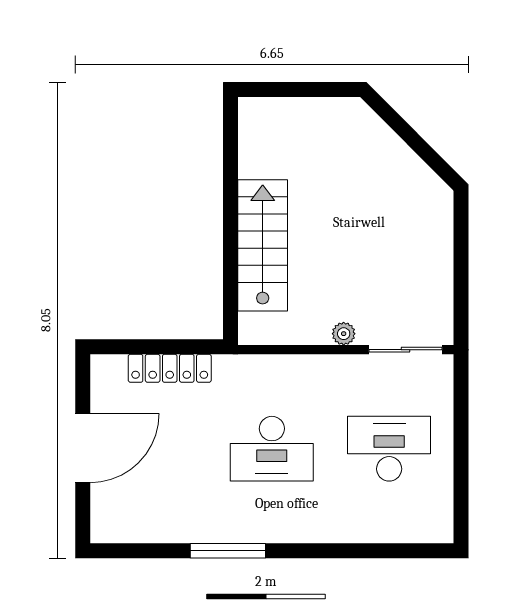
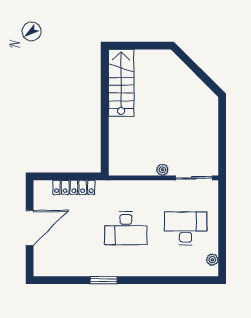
stairs: (263, 245) -> (121, 83), moved
plant: (442, 510) -> (212, 260), added
window: (228, 551) -> (103, 280), width x0.69

